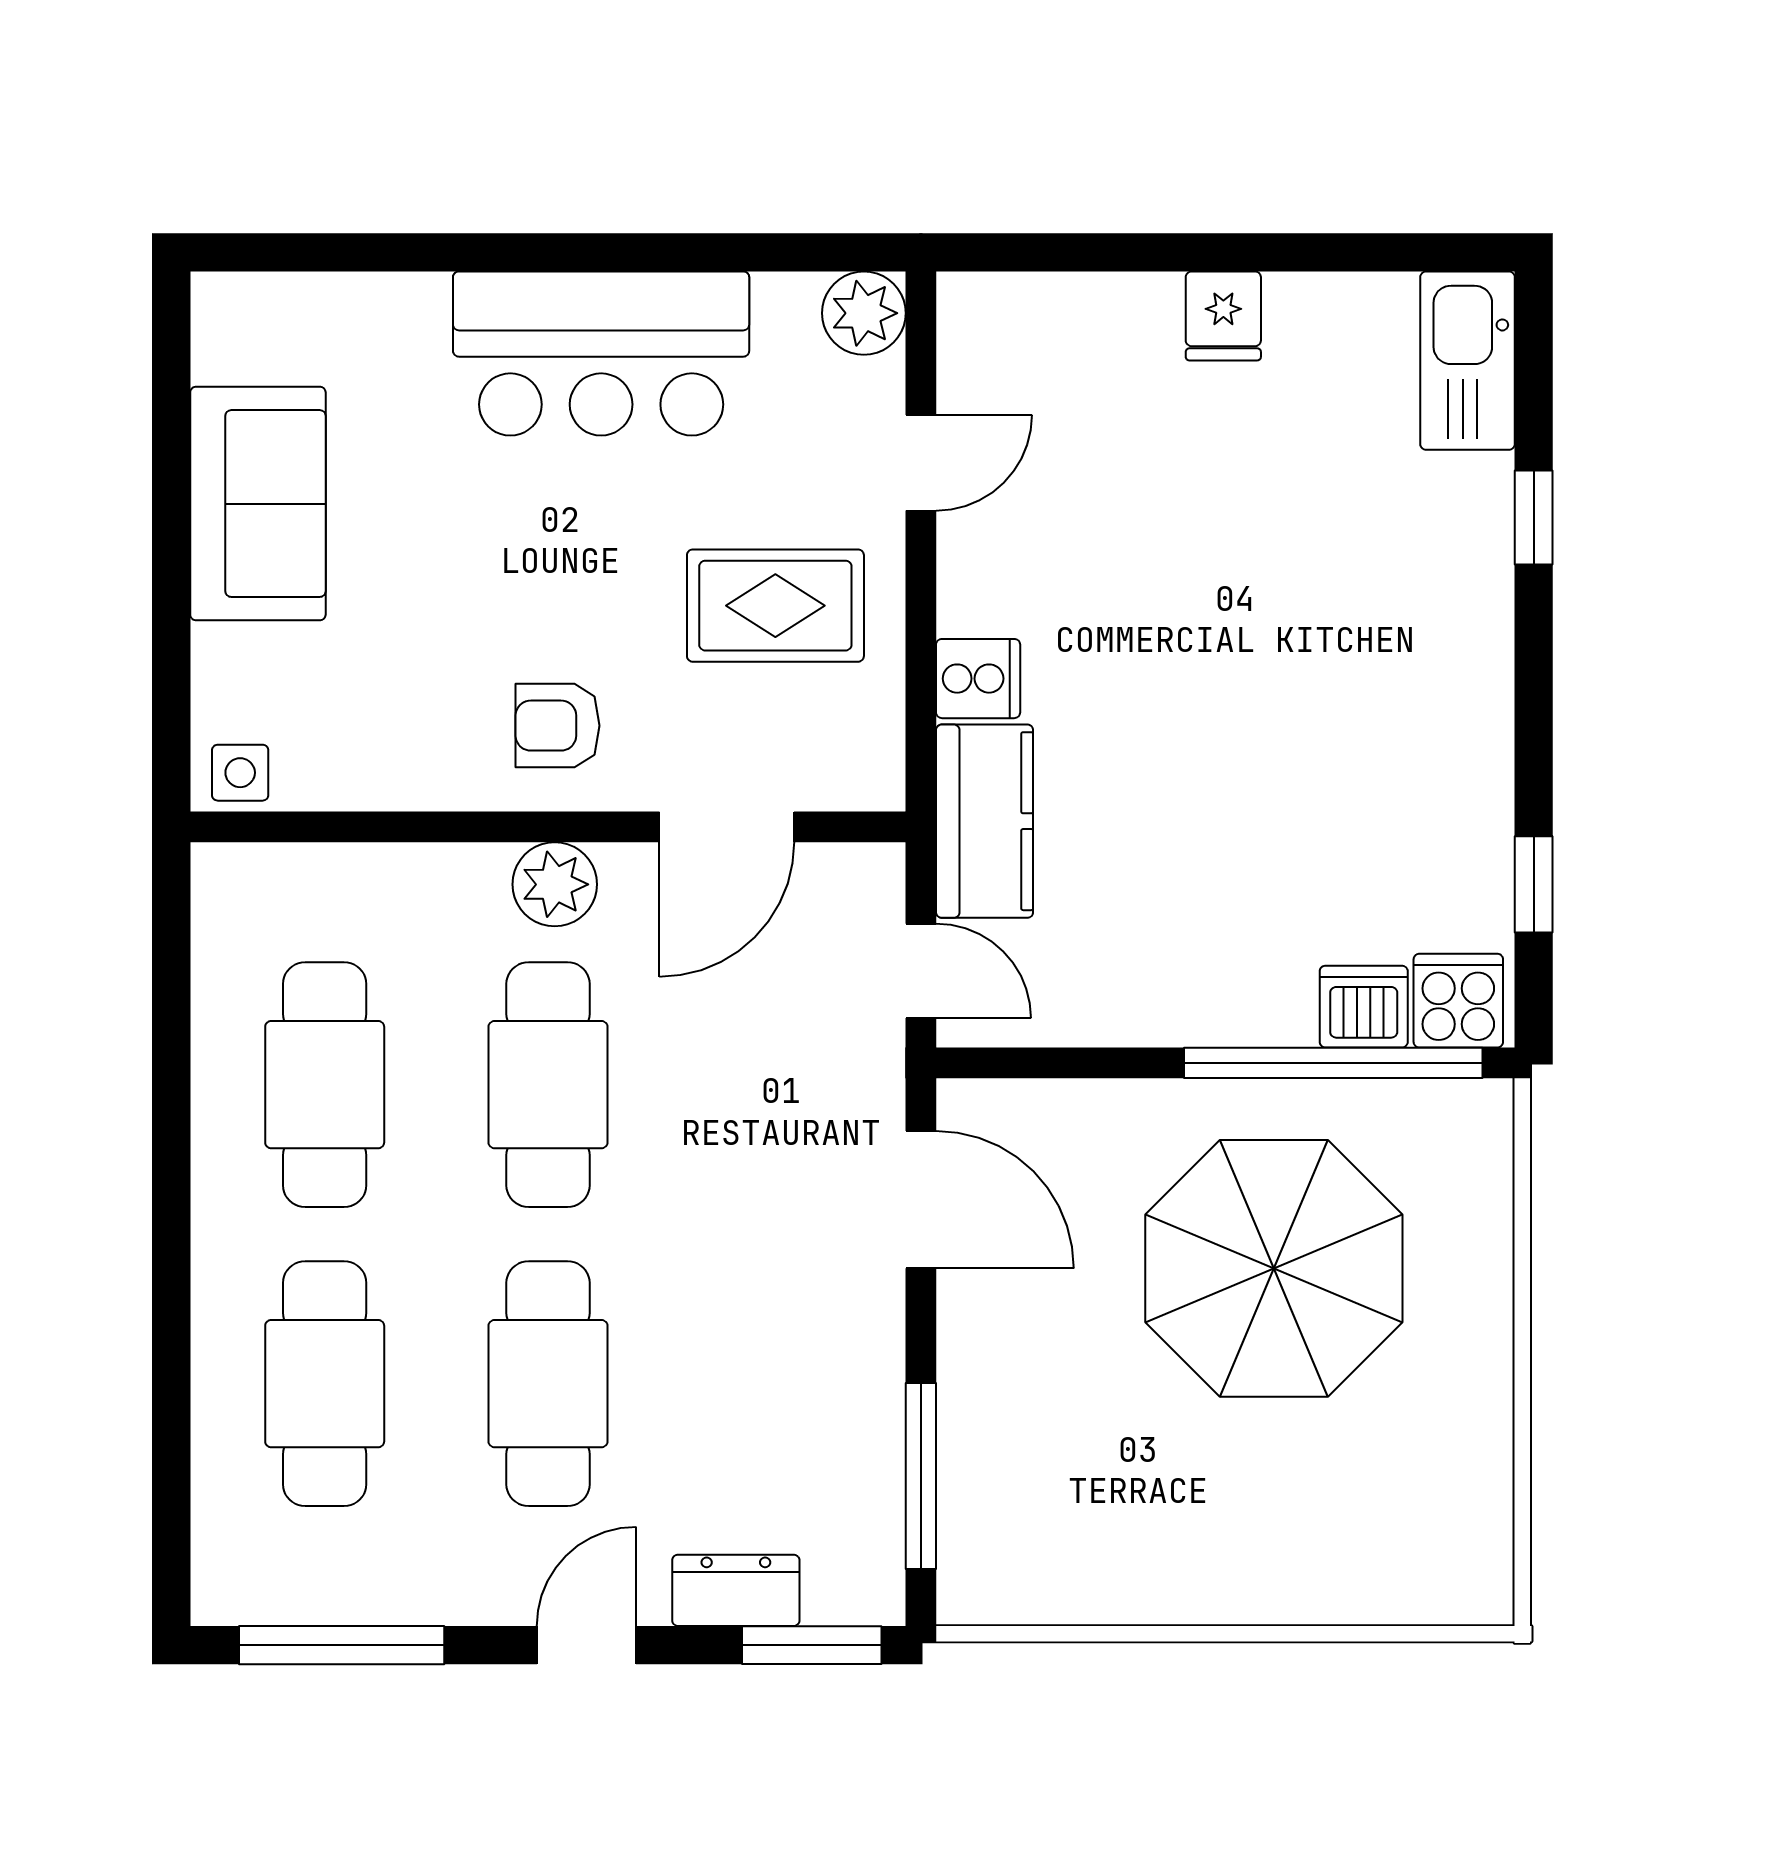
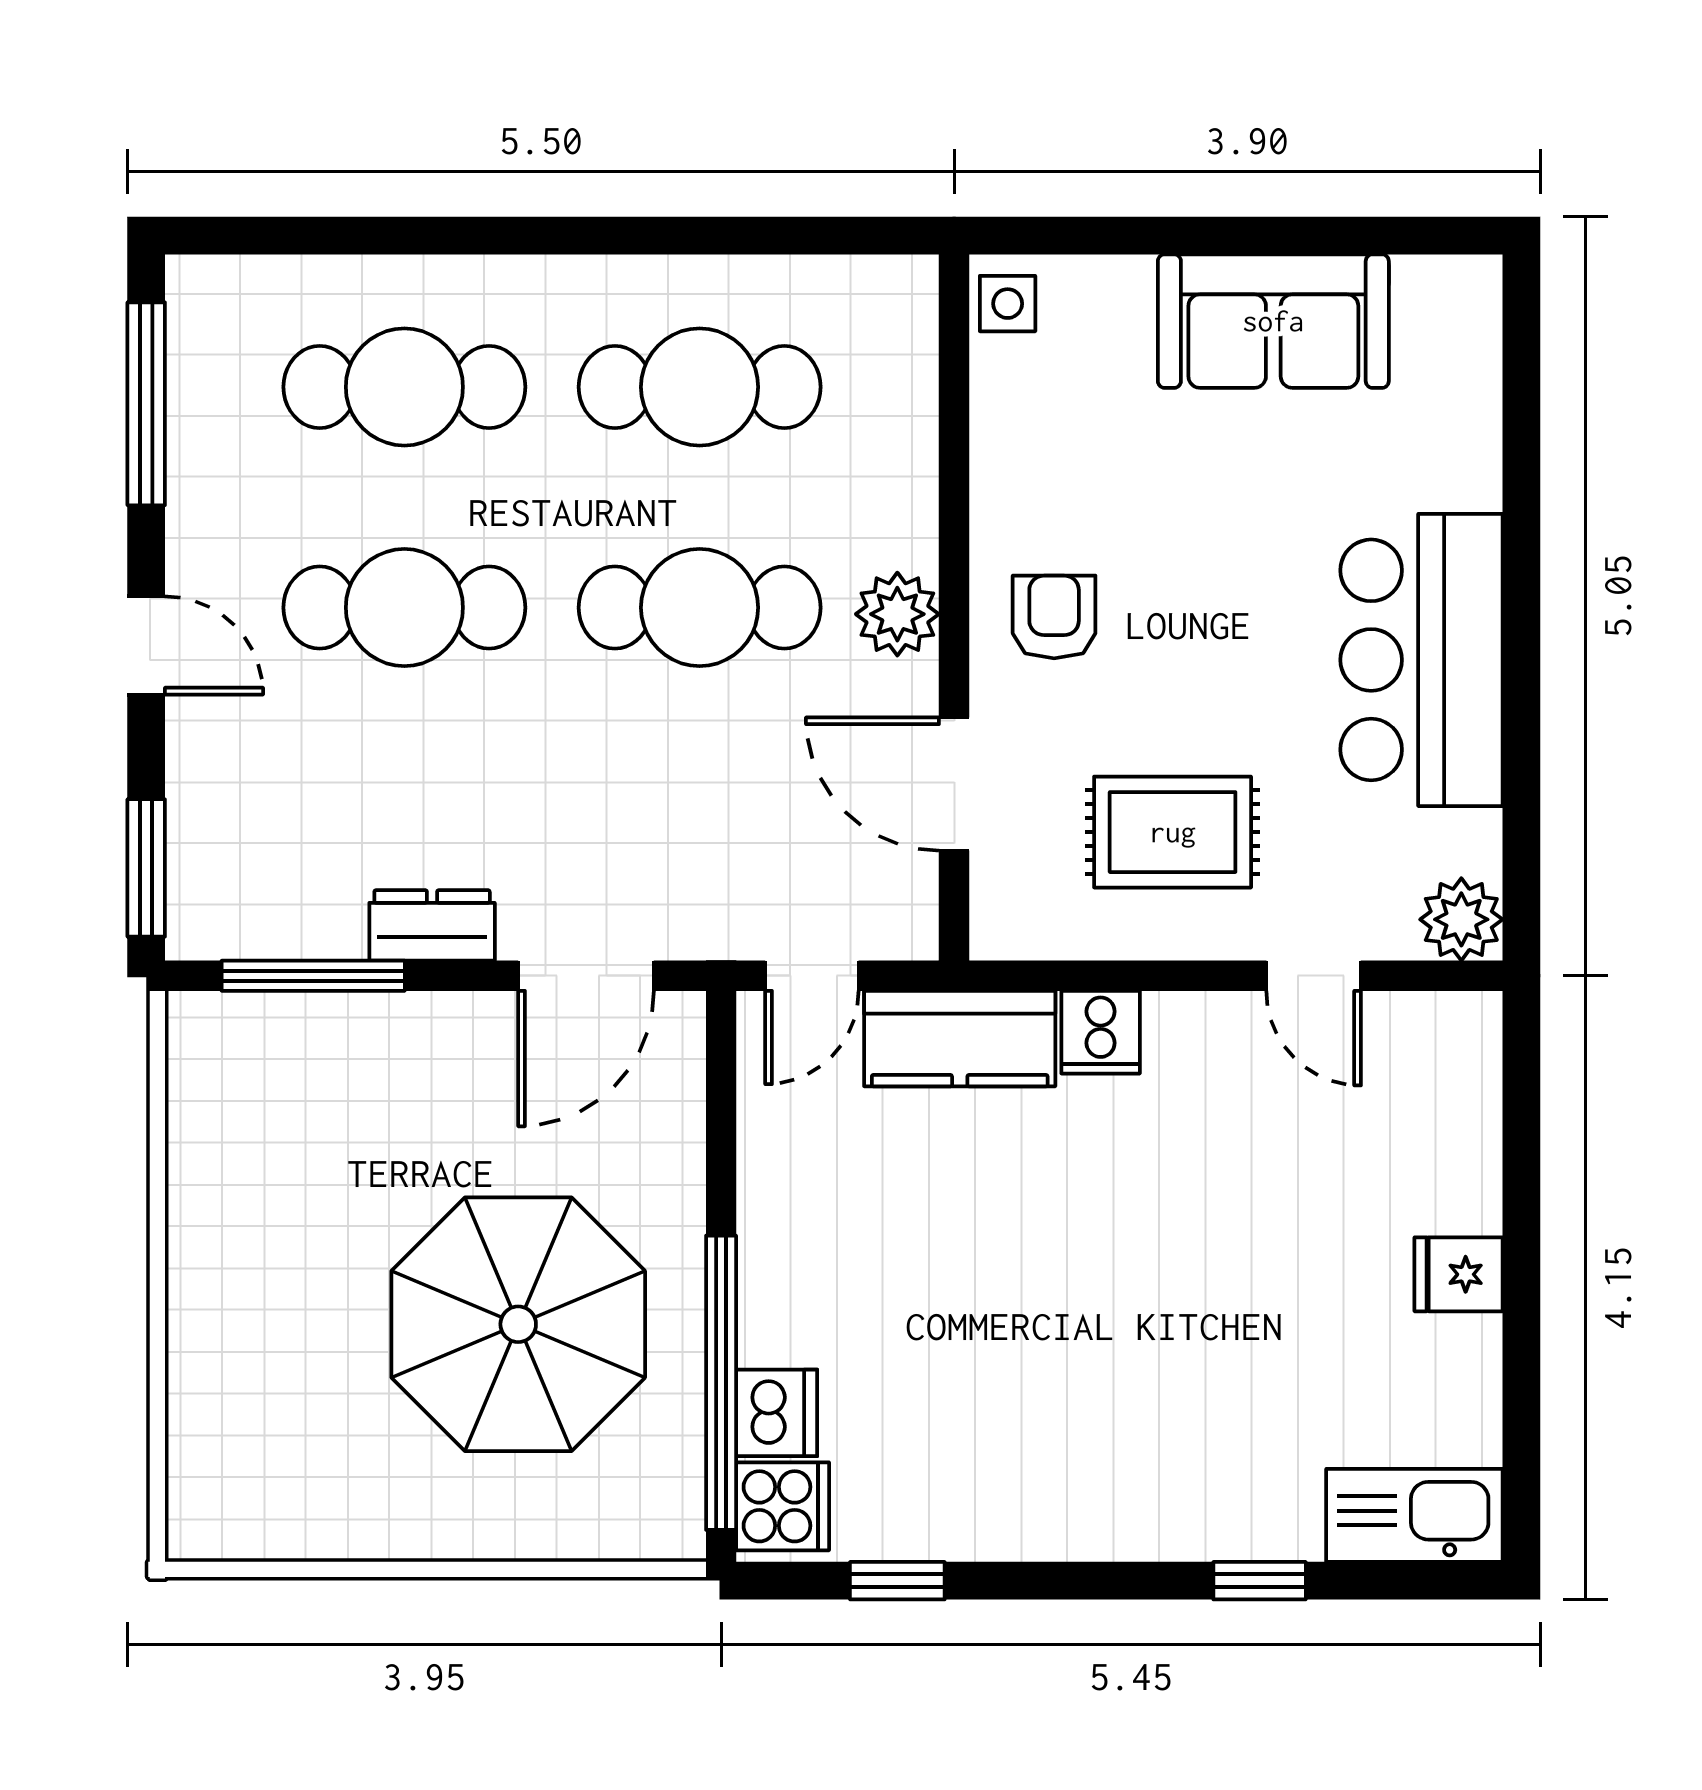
rug: (775, 606) -> (1173, 832), turned 90
dresser: (736, 1590) -> (432, 925), moved, turned -90

